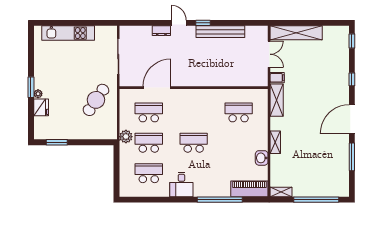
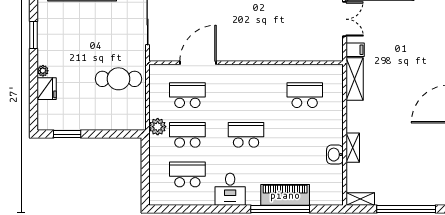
window: (31, 87) -> (34, 35), moved
cafe table: (96, 100) -> (118, 79), turned 56
shelving: (275, 142) -> (353, 148), moved
piano: (249, 189) -> (285, 195), moved

